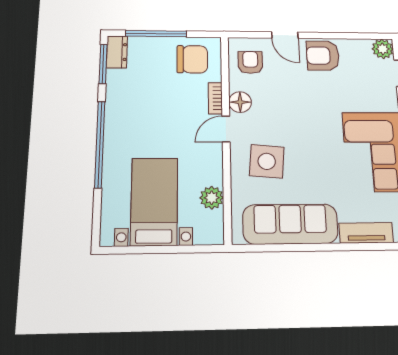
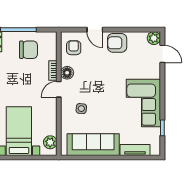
chair: (192, 59) -> (28, 50), moved
side table: (267, 161) -> (81, 109), width x0.54, depth x0.54
plant: (212, 198) -> (50, 142), moved

